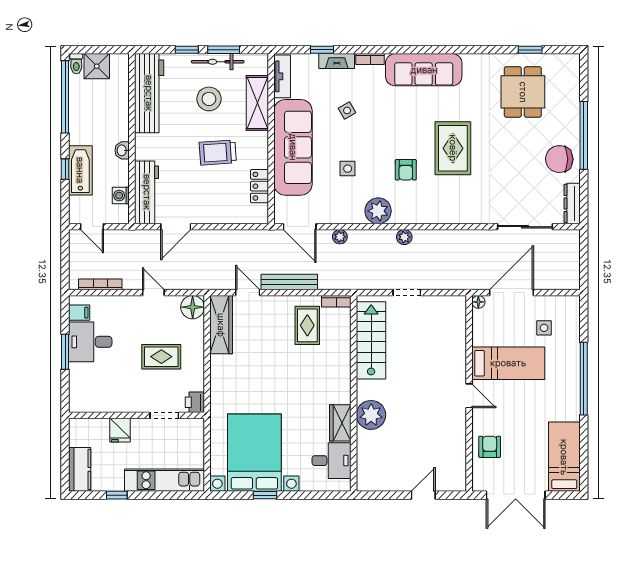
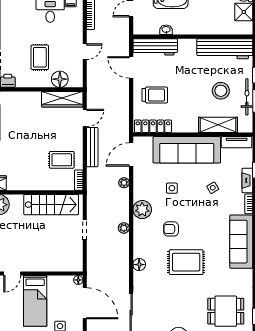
washbasin: (122, 150) -> (166, 30), moved
trolley: (218, 152) -> (155, 95), moved, turned 94
locker: (260, 186) -> (153, 126), width x1.53
washing machine: (121, 196) -> (153, 29), removed
floor lamp: (456, 215) -> (139, 265), added
floor lamp: (193, 307) -> (60, 79), moved

